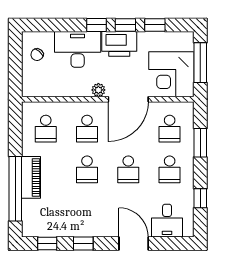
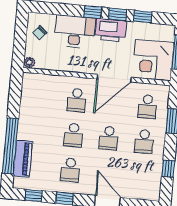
plant: (98, 90) -> (29, 62), moved
school desk: (46, 129) -> (70, 170), moved
piano: (31, 177) -> (23, 159), moved
desk: (167, 221) -> (138, 185), removed

